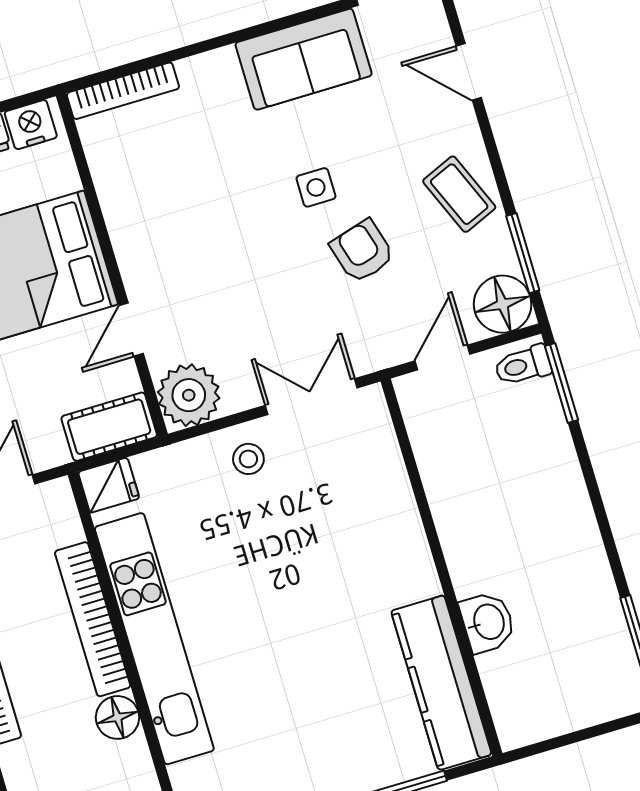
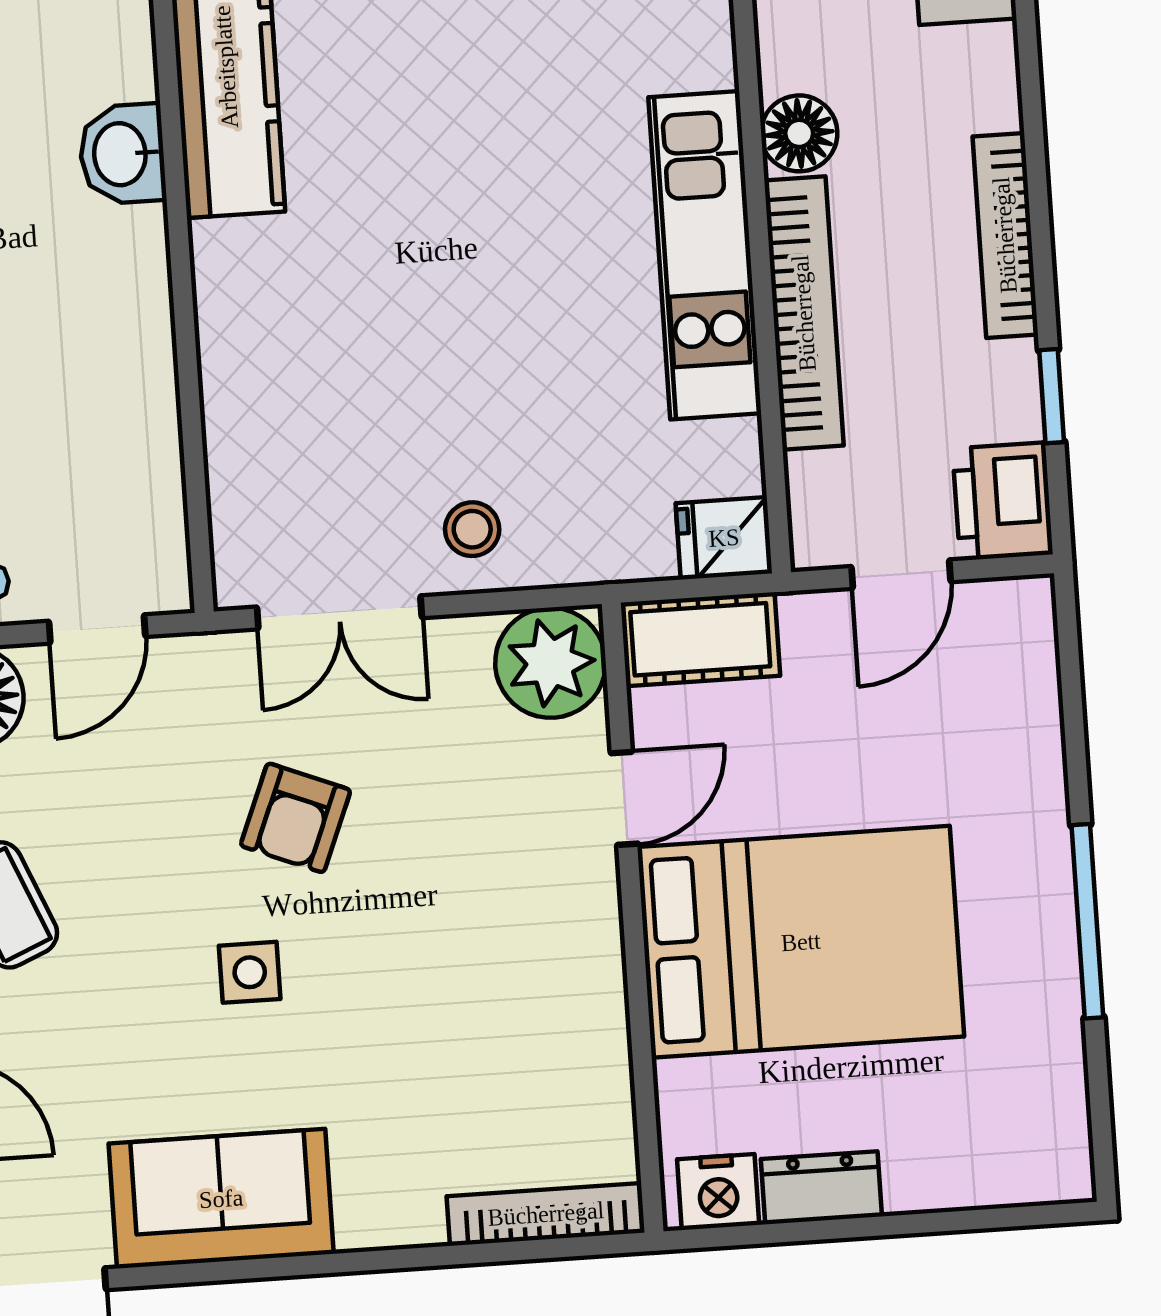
armchair: (362, 251) -> (296, 818), moved, turned 38
kitchen unit: (154, 639) -> (705, 255), width x0.73

